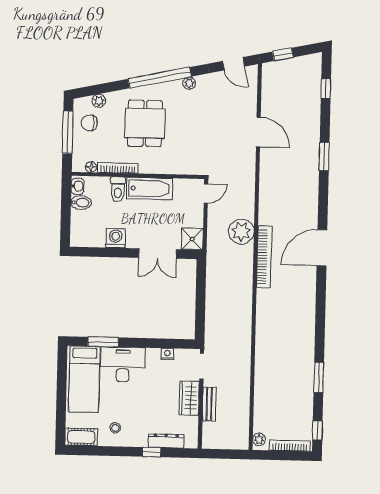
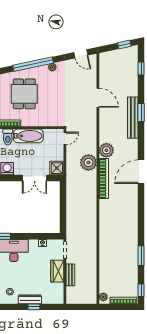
window: (283, 54) -> (124, 45), moved
bench: (311, 164) -> (133, 118), added
plant: (269, 213) -> (106, 150), added
dresser: (166, 441) -> (30, 299), moved

